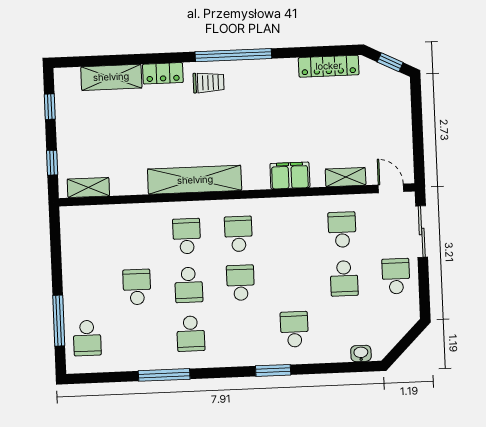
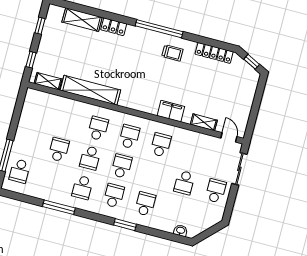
trolley: (209, 83) -> (172, 53), moved
shelving: (195, 180) -> (90, 90), moved
school desk: (342, 230) -> (161, 145), moved
school desk: (243, 331) -> (114, 196), added

